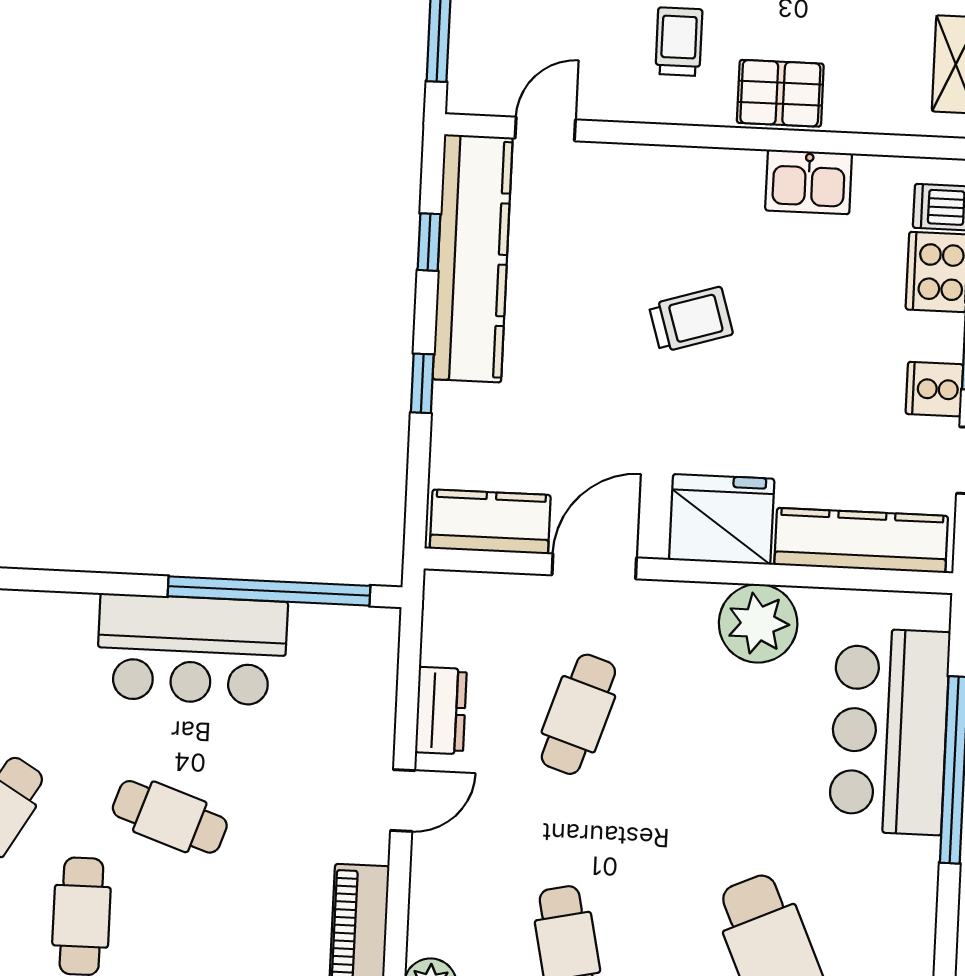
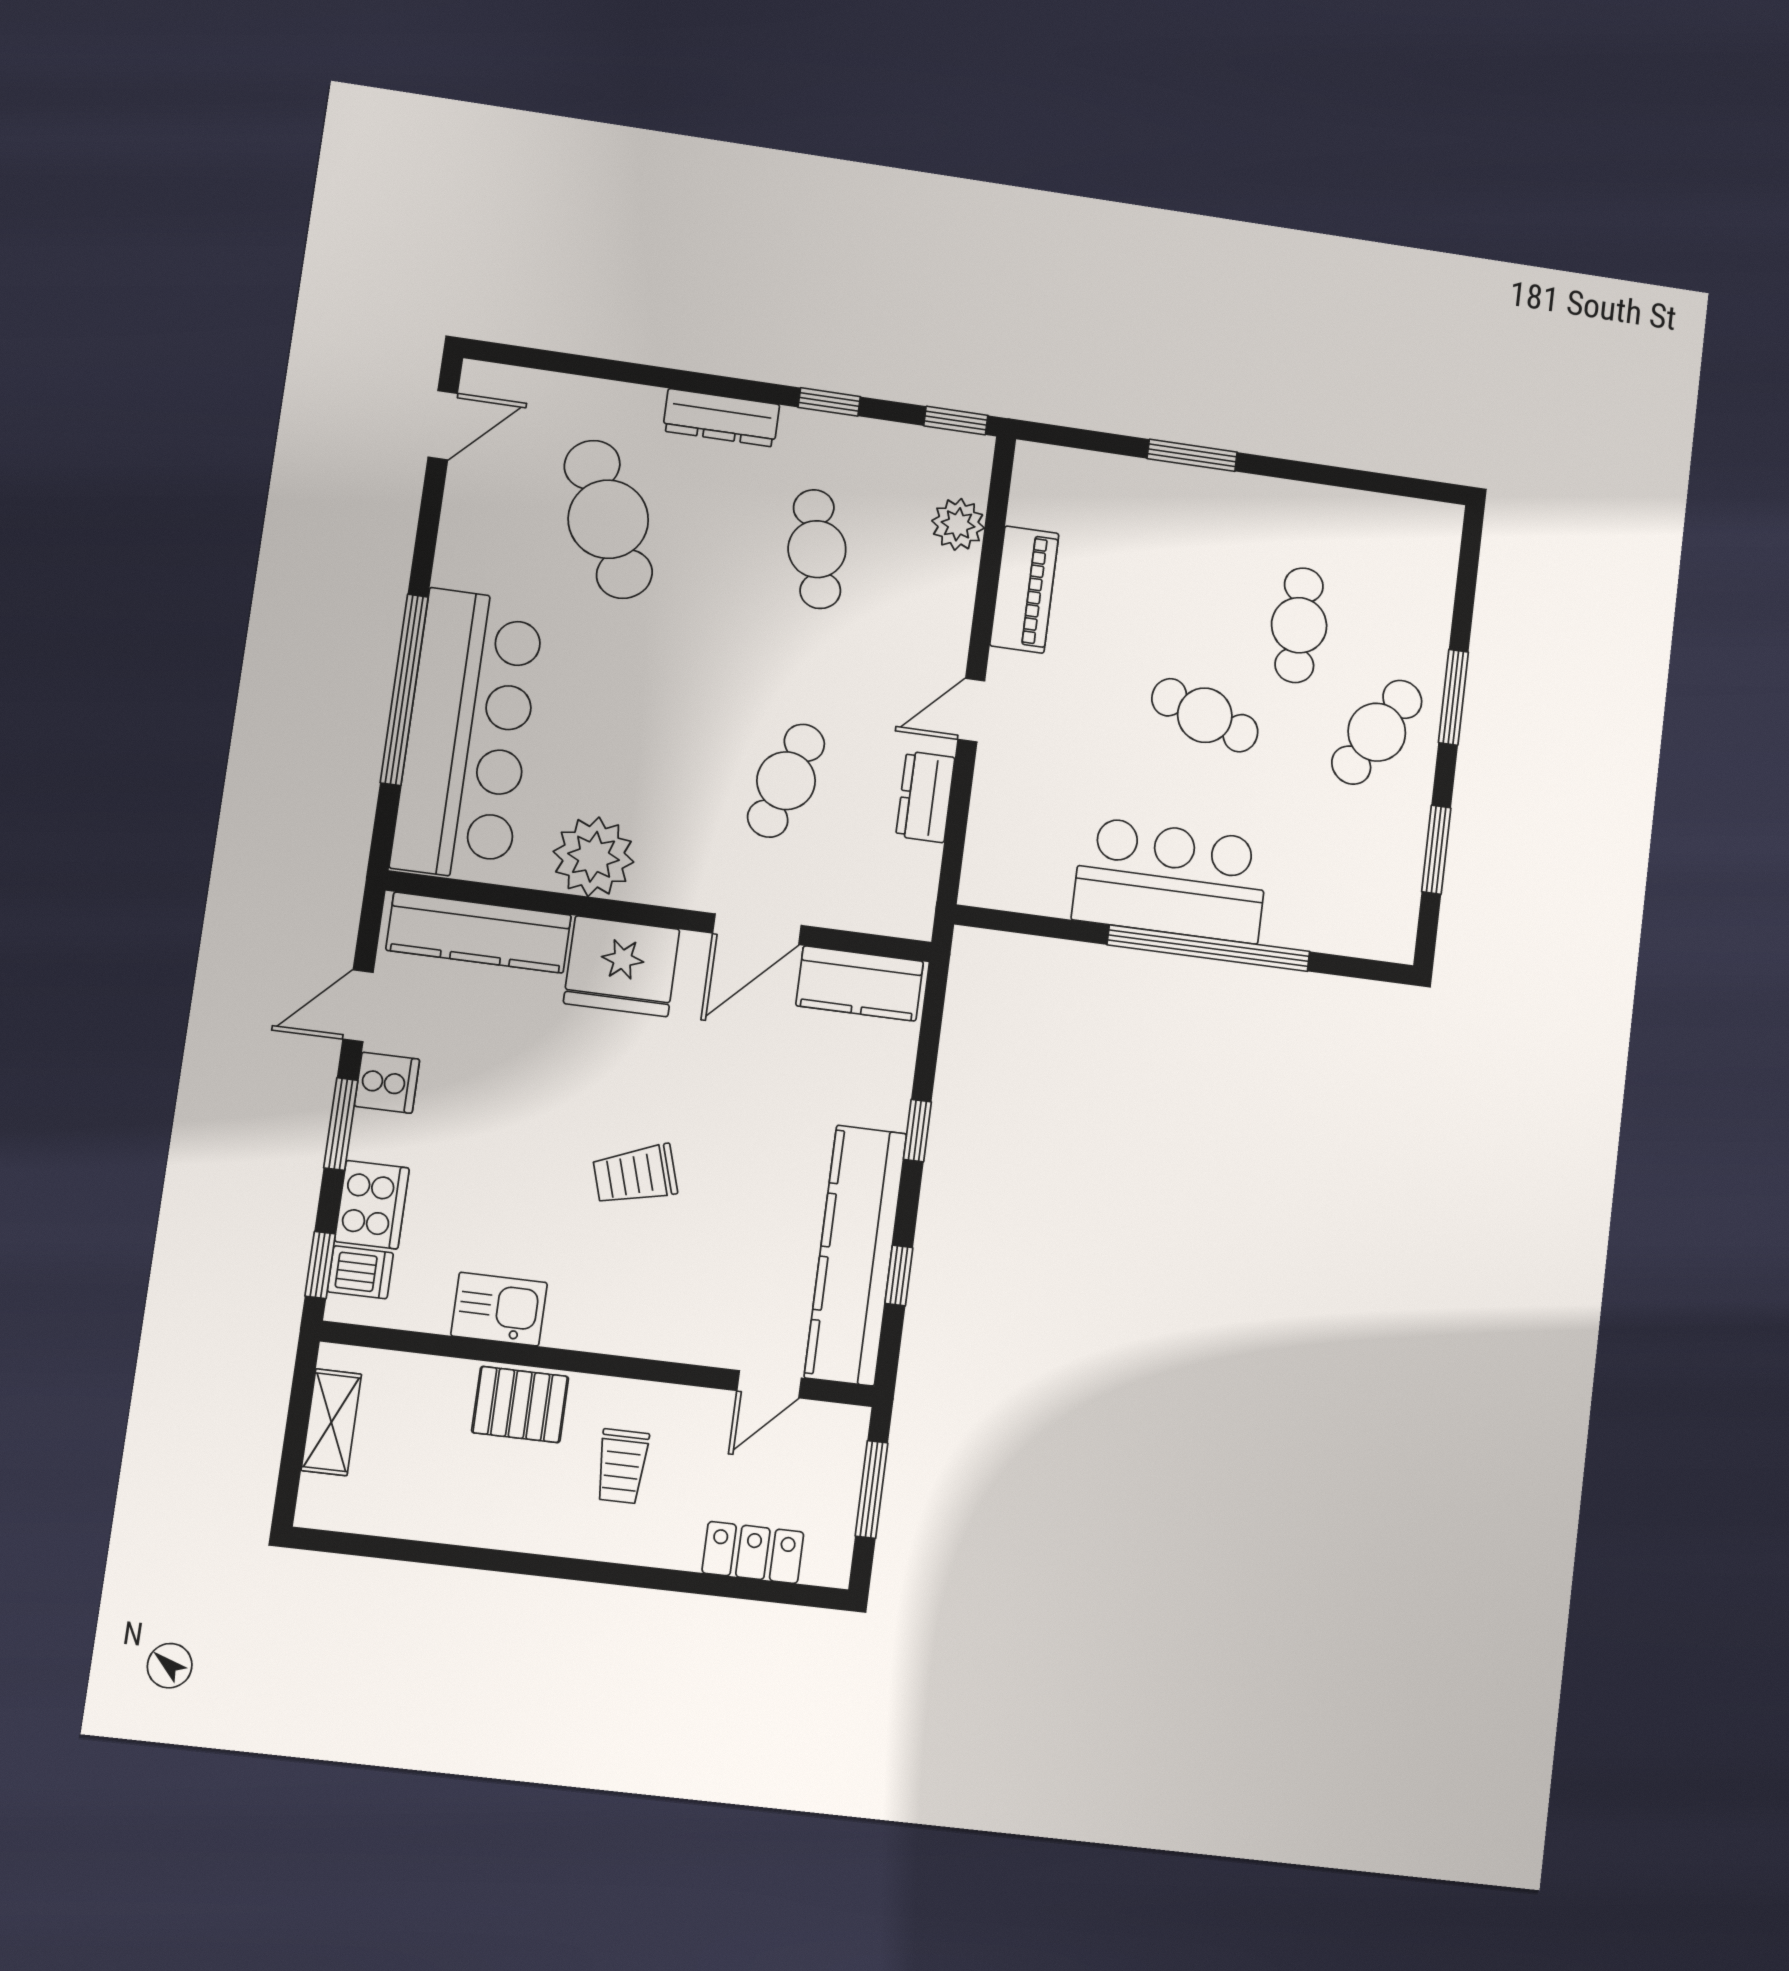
window: (269, 591) -> (1209, 948), moved
bar counter: (889, 731) -> (468, 735), width x1.36

